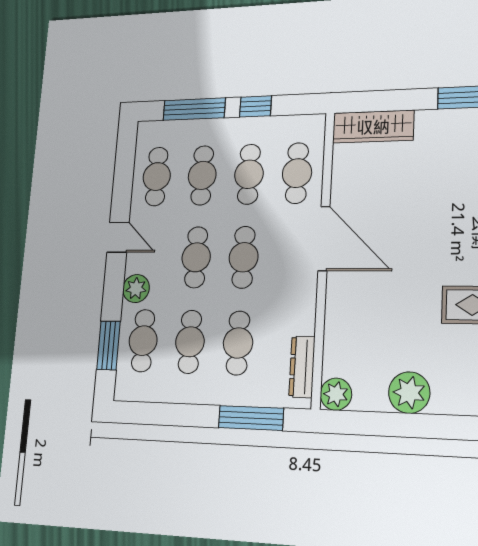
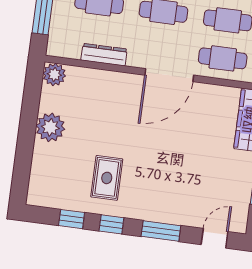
dresser: (302, 367) -> (104, 55), moved

